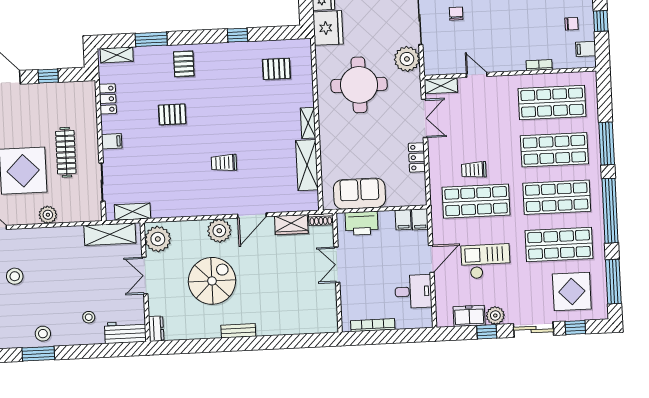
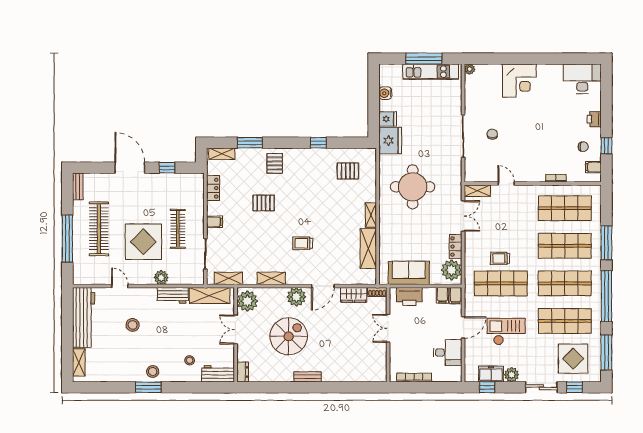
plant: (407, 59) -> (452, 270), moved
shelving: (187, 209) -> (271, 278), added
workbench: (63, 236) -> (173, 295), added
window: (487, 332) -> (487, 387), moved

